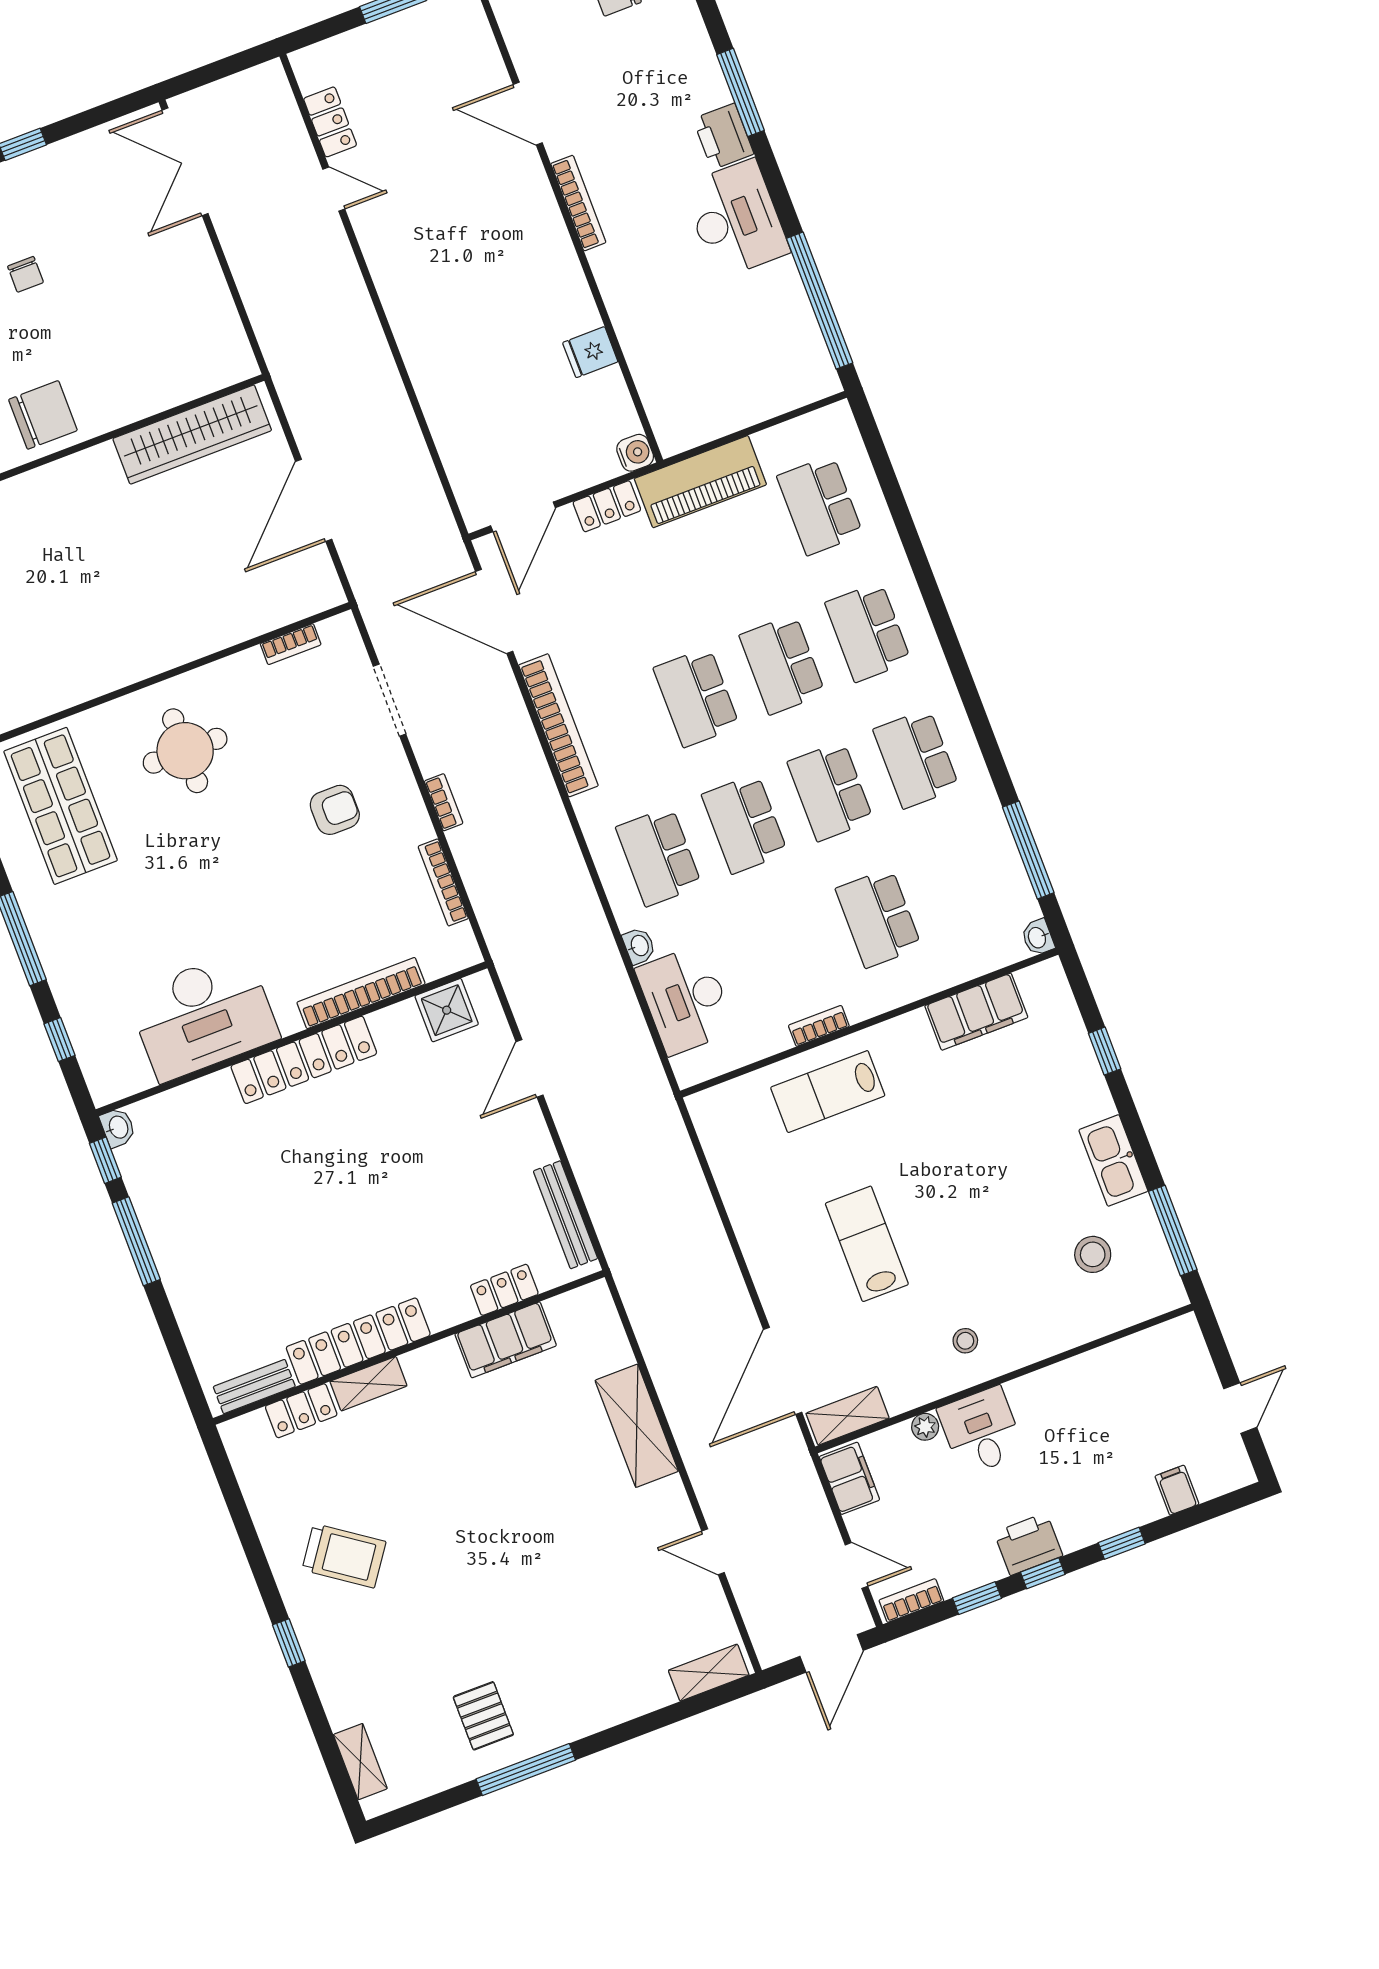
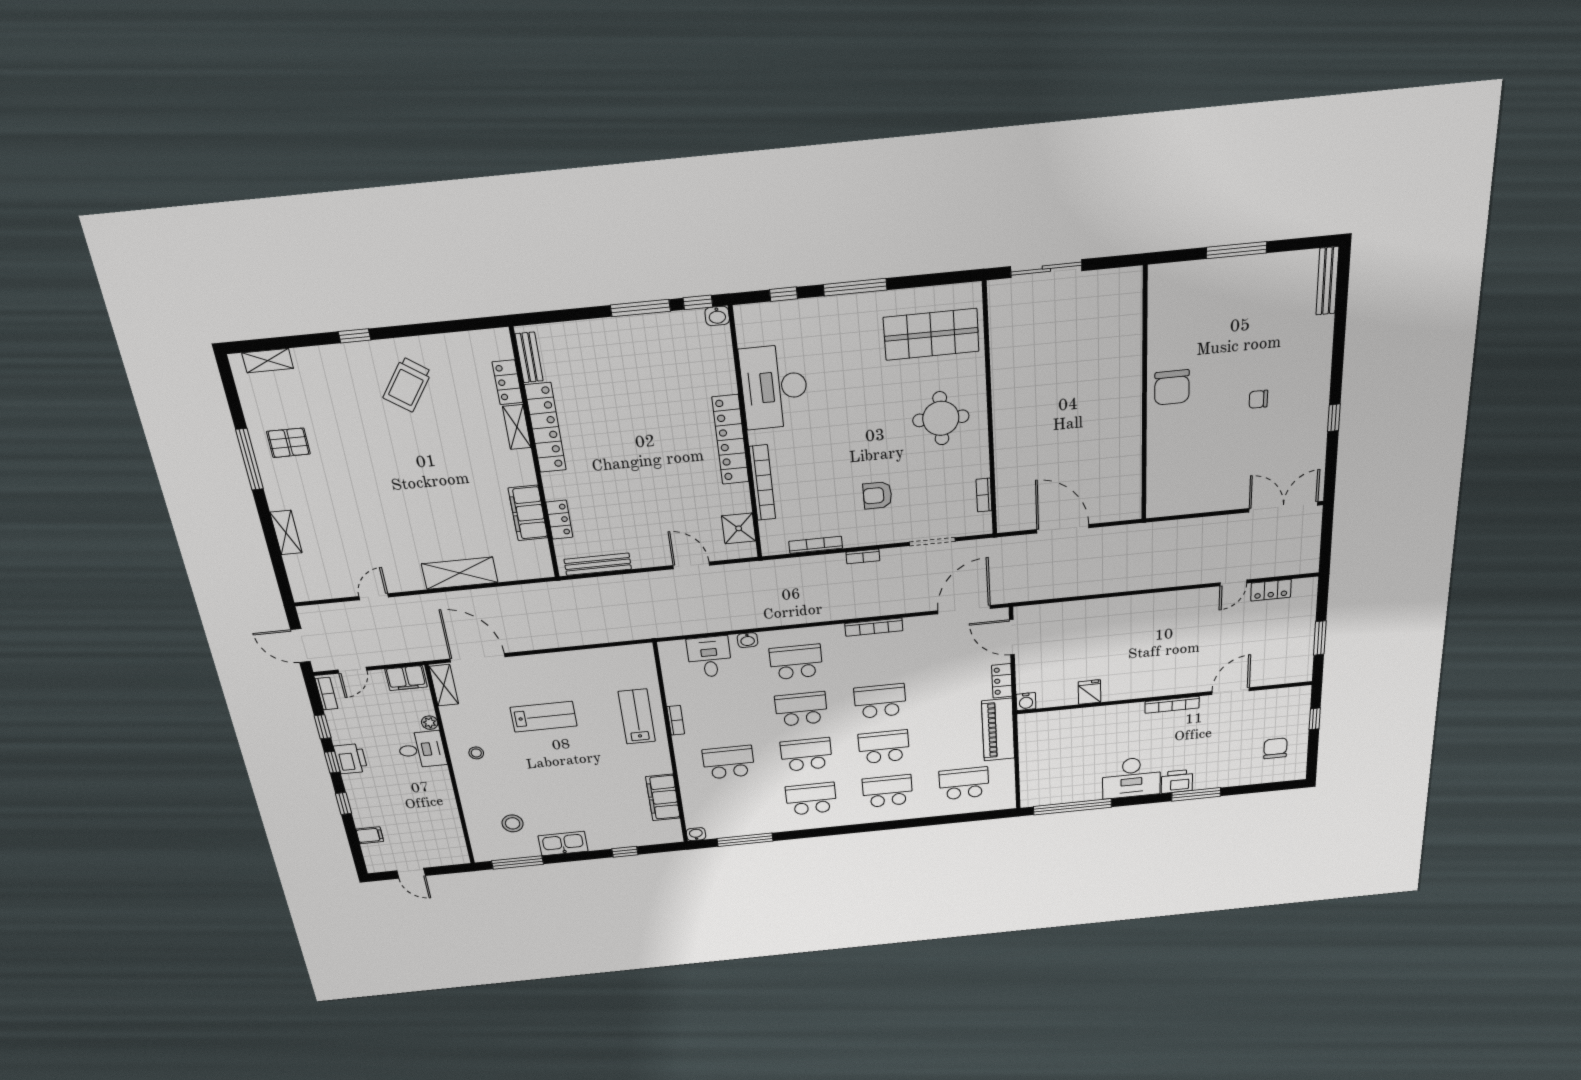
wardrobe: (192, 435) -> (1127, 471), removed
bookcase: (558, 725) -> (874, 627), width x0.68, depth x0.76
armchair: (335, 810) -> (877, 495), turned 90
desk: (686, 1000) -> (709, 657), width x0.73
shelving: (709, 1673) -> (286, 533), moved

